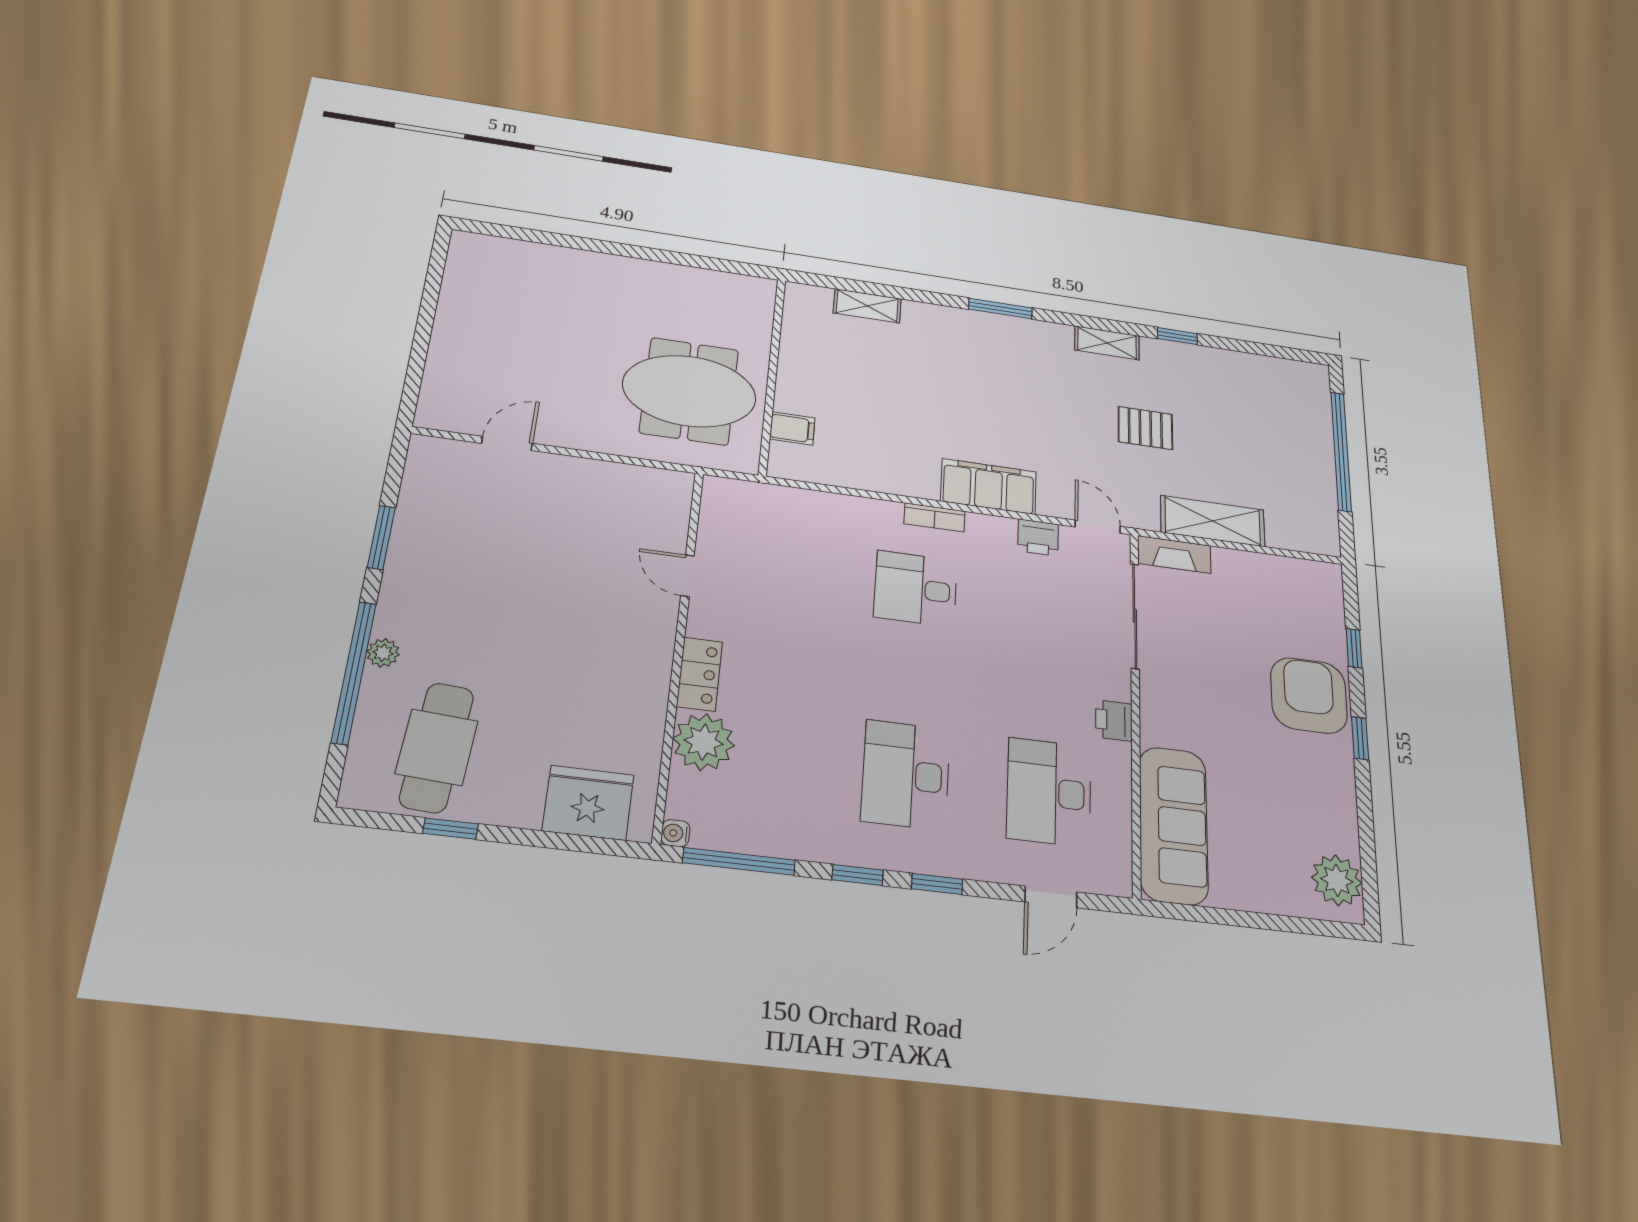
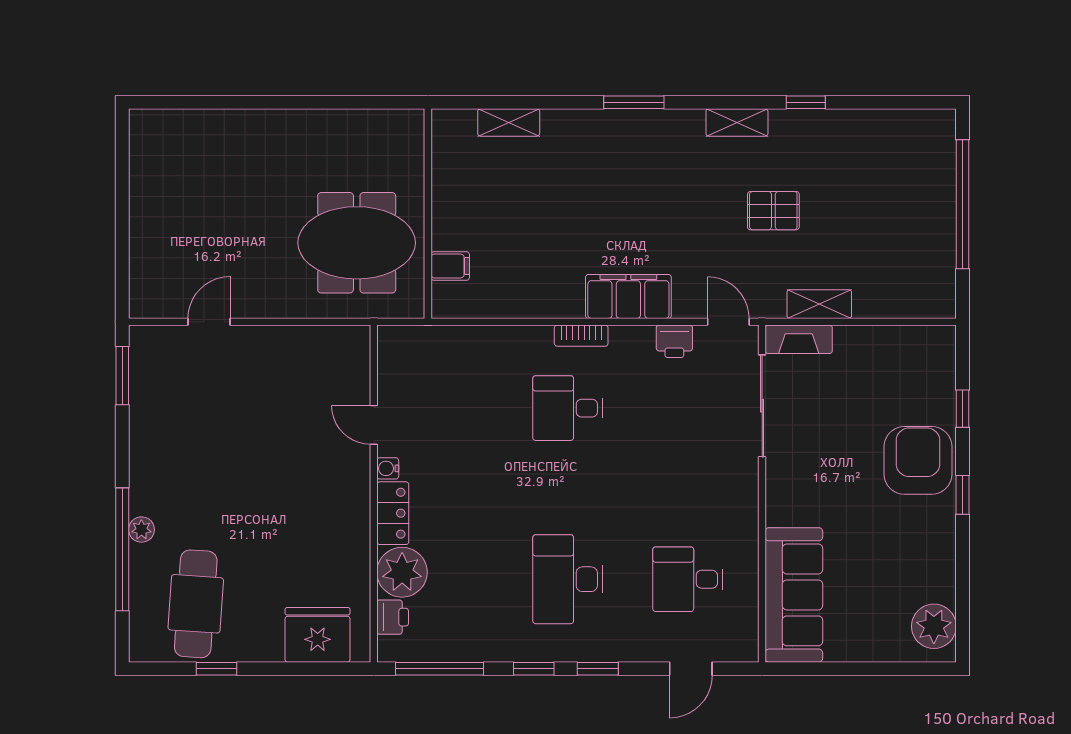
shelving: (1213, 521) -> (819, 304), width x0.67, depth x0.75
window: (381, 537) -> (122, 376), moved
printer: (1114, 721) -> (393, 617), moved, turned 180
desk: (1049, 792) -> (688, 579), width x0.73
water cooler: (675, 833) -> (388, 468), moved

